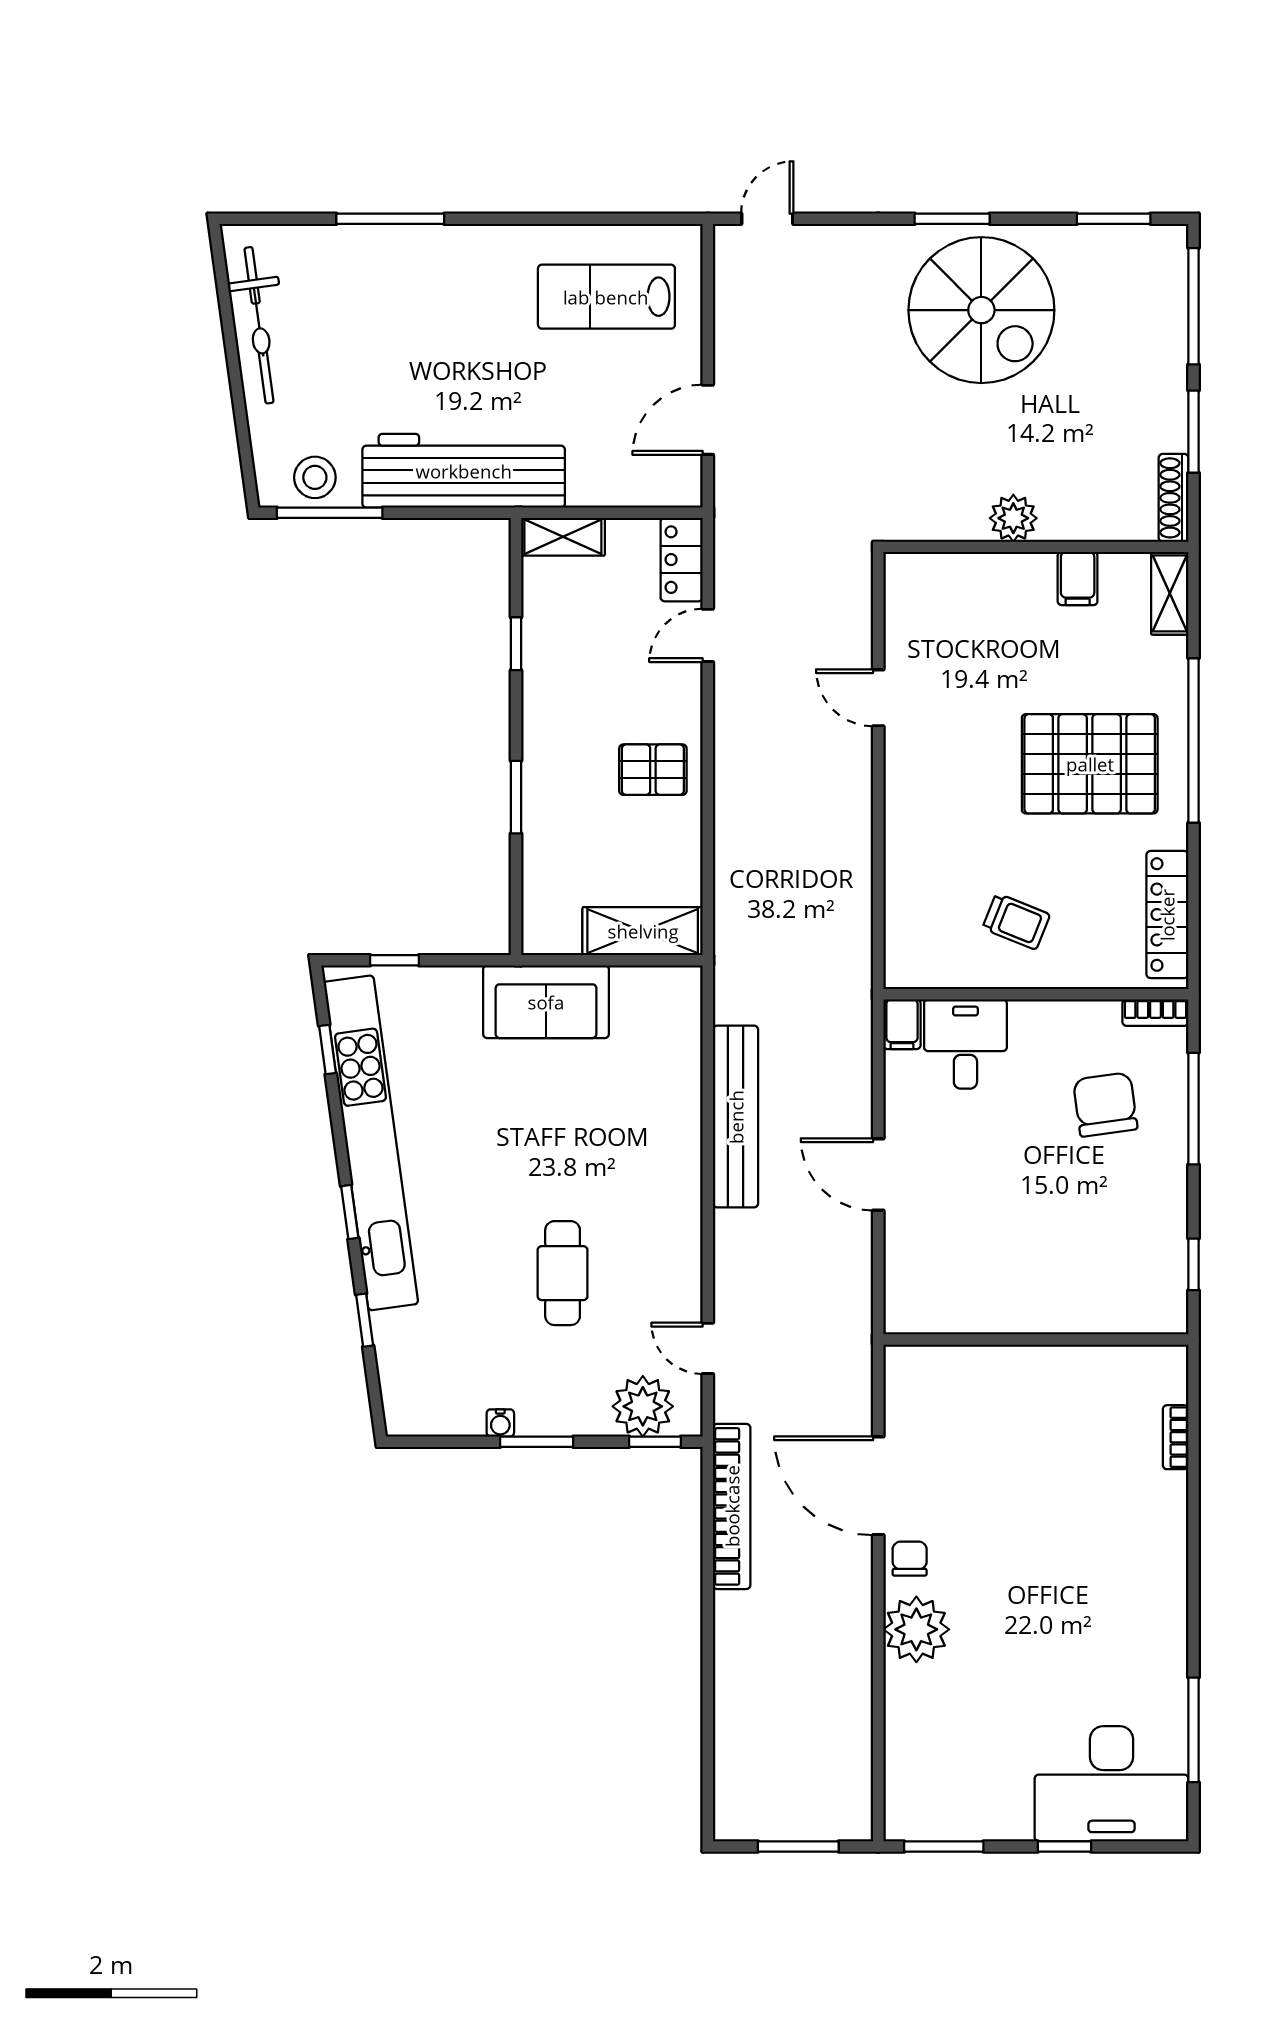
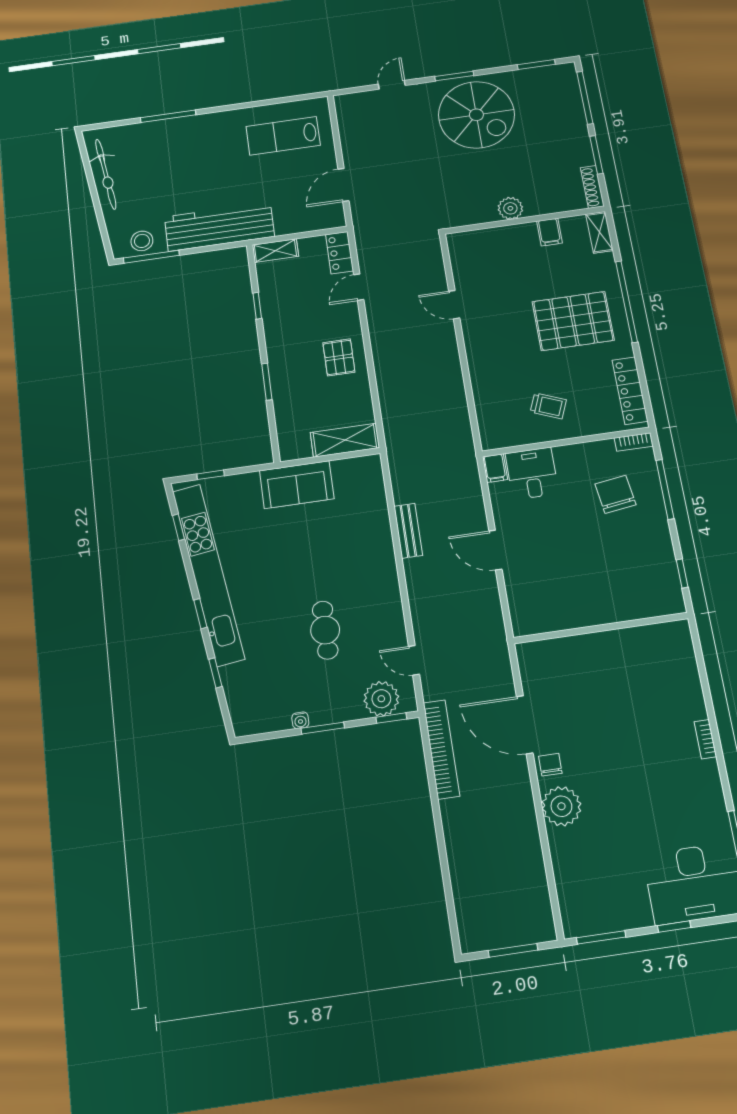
door: (767, 219) -> (392, 85), moved
pallet: (653, 770) -> (339, 357), turned 90
bench: (736, 1117) -> (408, 531), width x0.54, depth x0.82
bookcase: (1176, 1437) -> (705, 739), moved

